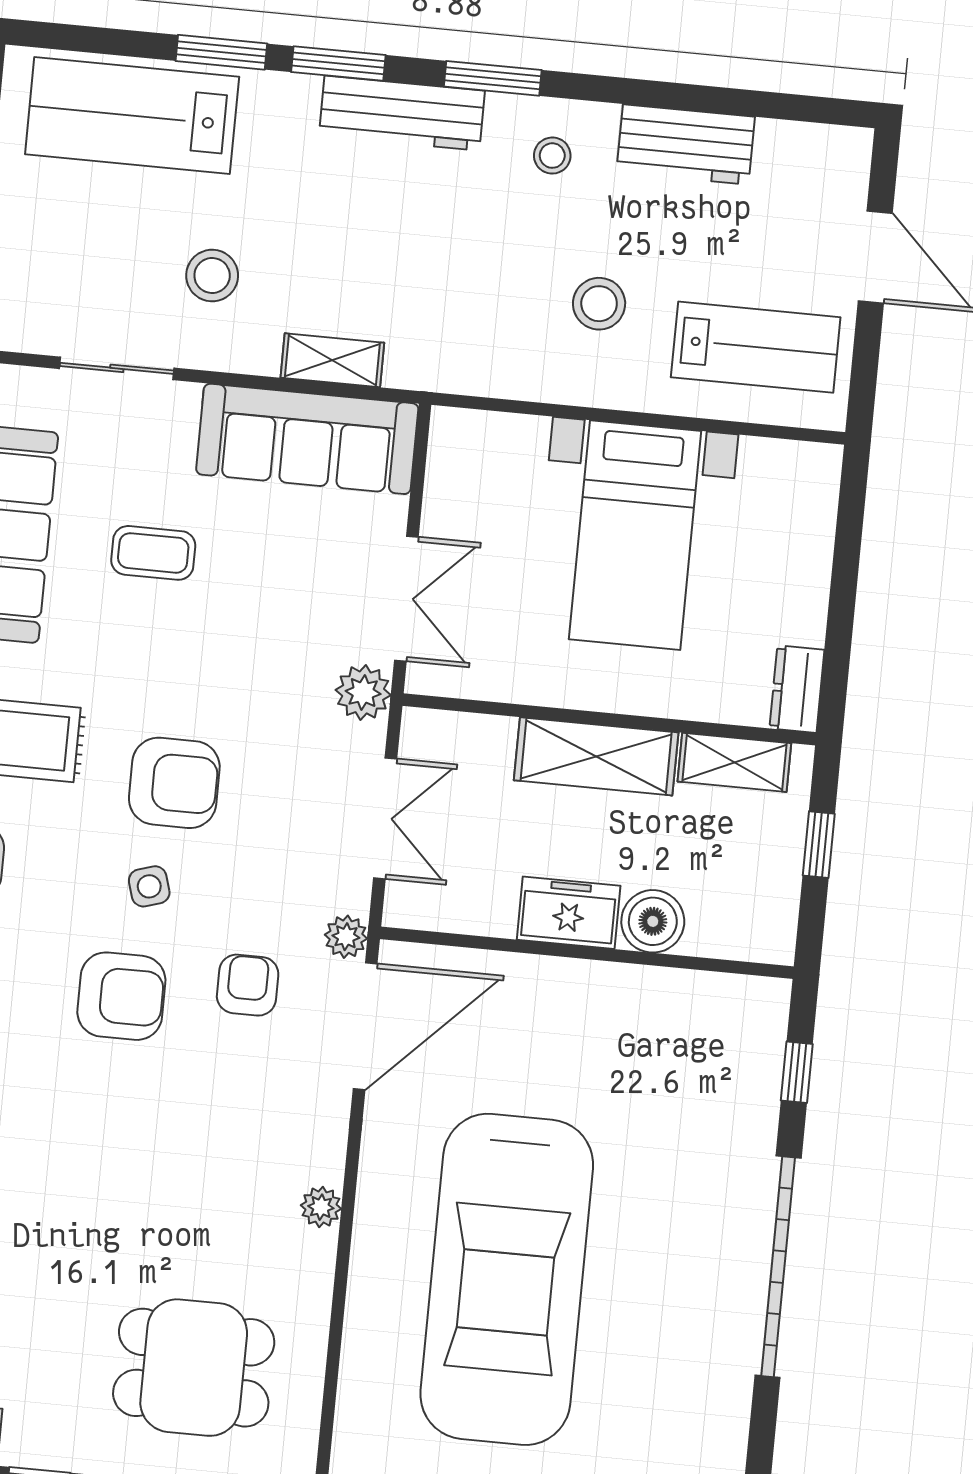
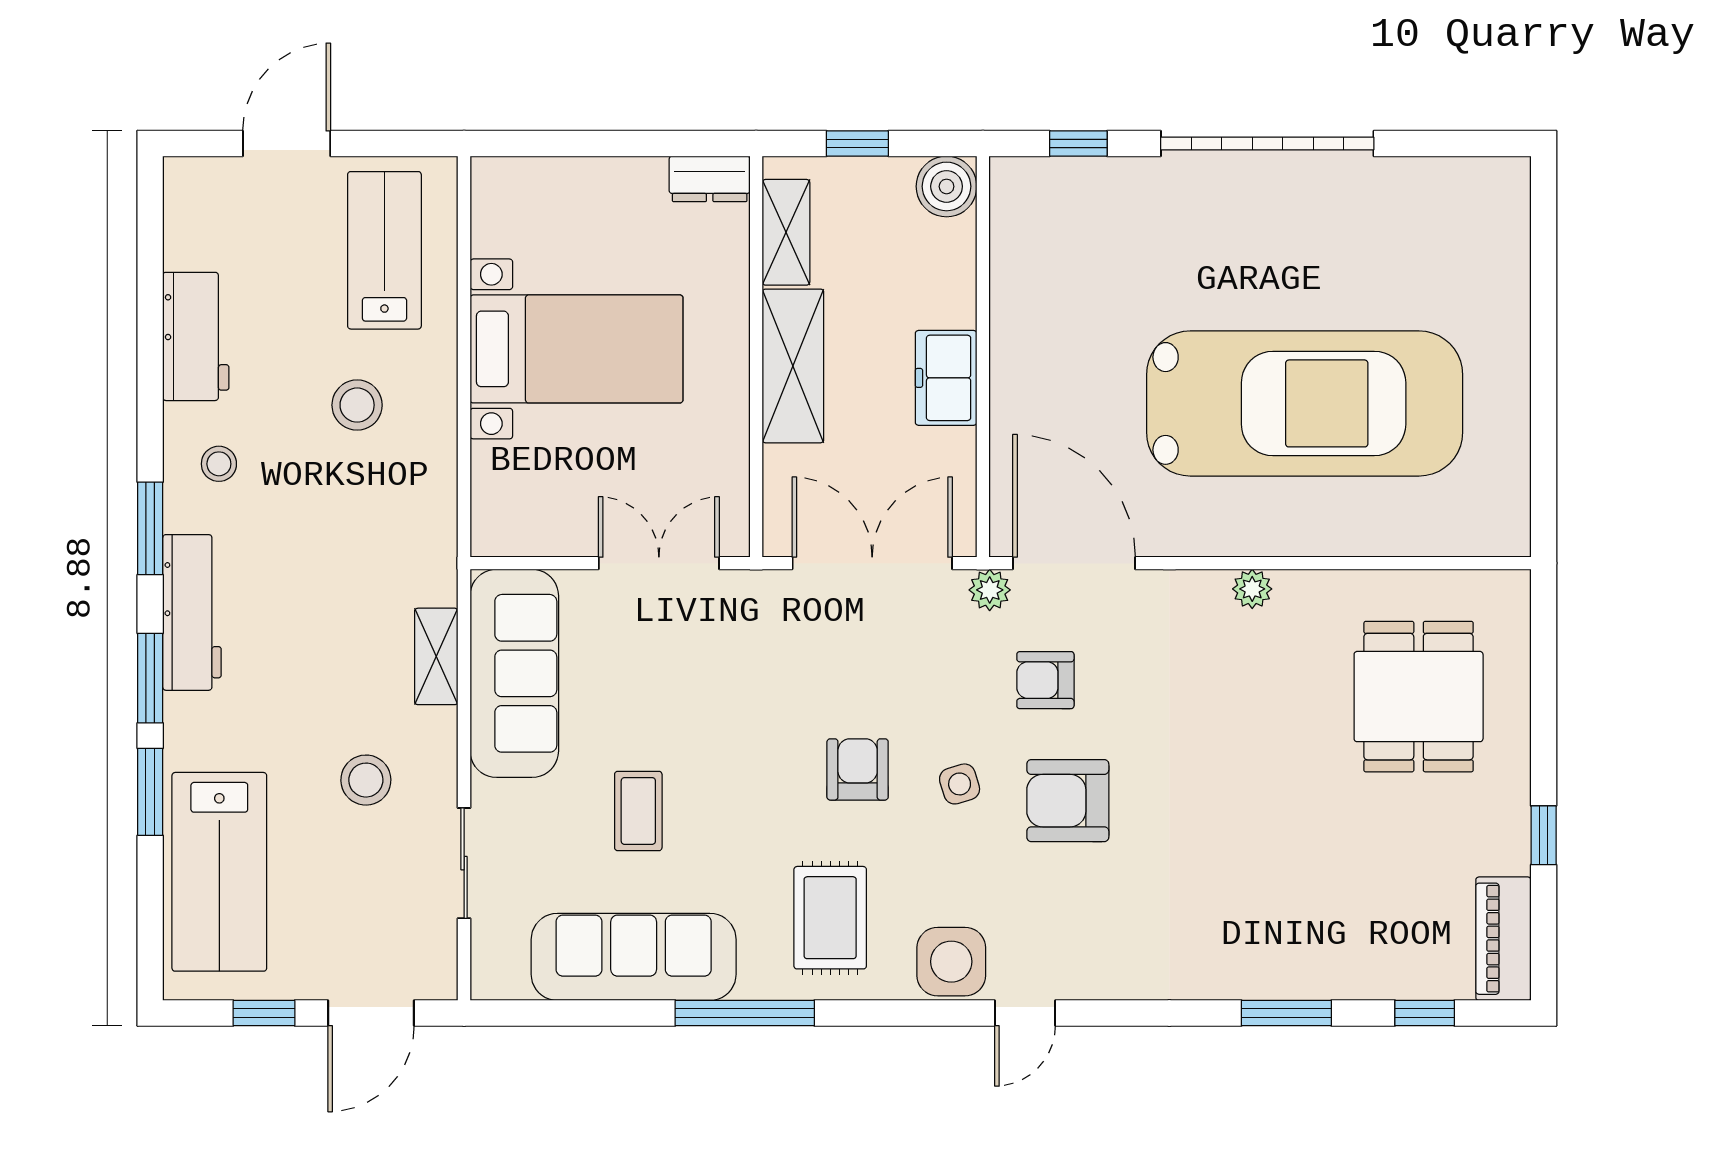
plant: (363, 692) -> (753, 596), removed
armchair: (174, 783) -> (858, 769), width x0.72, depth x0.72
double door: (385, 818) -> (872, 563), width x1.37
boiler: (653, 921) -> (947, 186), moved
armchair: (121, 996) -> (1068, 801), turned -90

